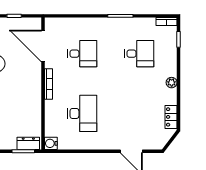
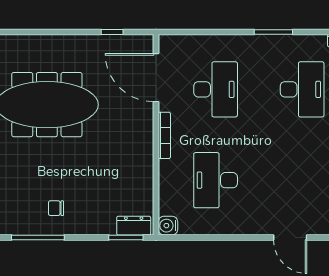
desk: (82, 54) -> (216, 89), width x1.37
desk: (139, 54) -> (302, 89), width x1.37
desk: (82, 113) -> (216, 180), turned 180

